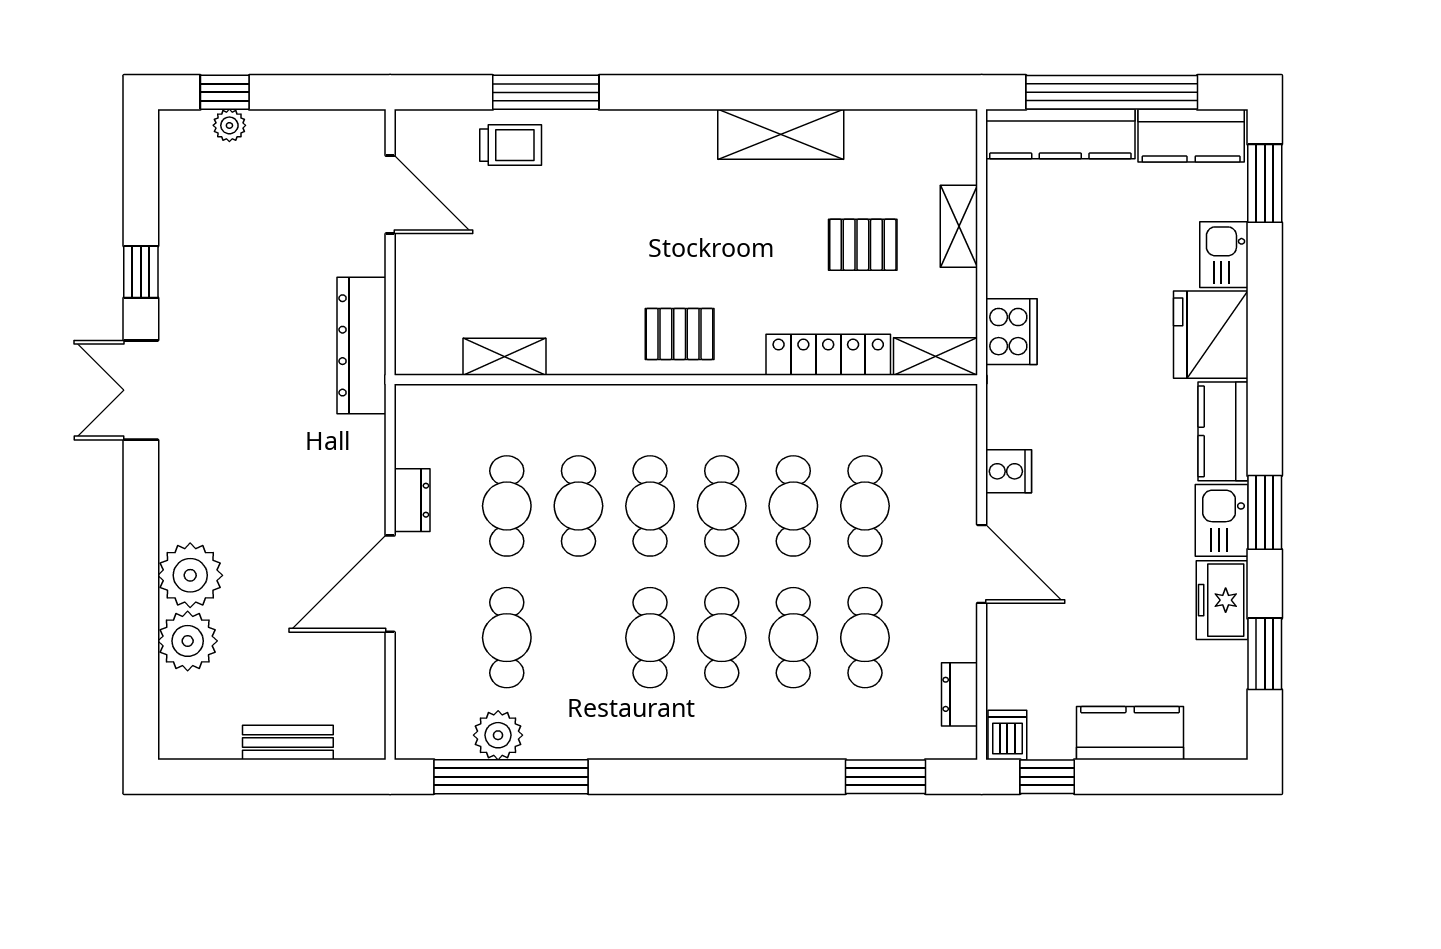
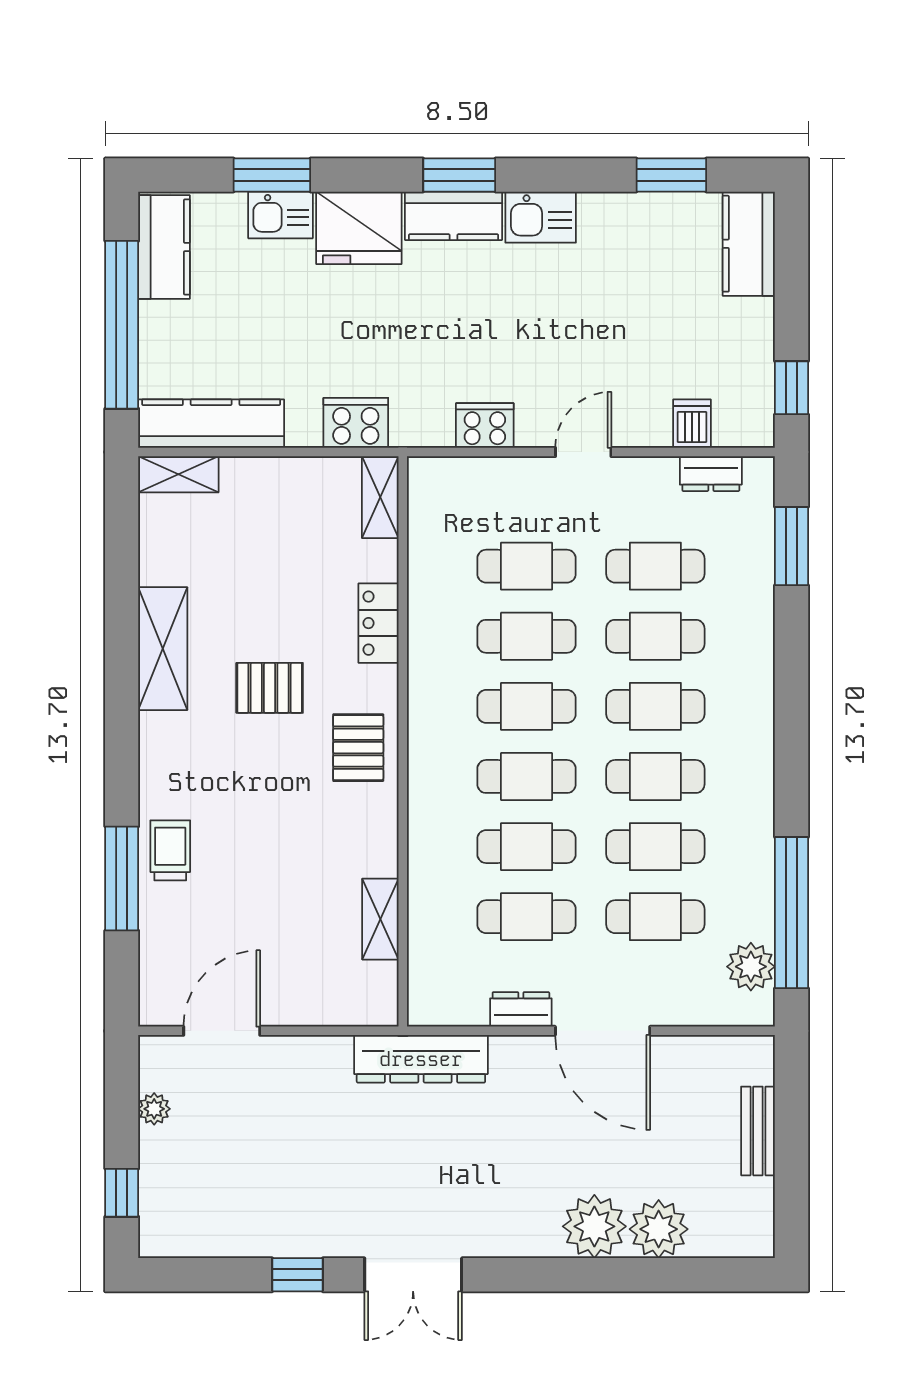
plant: (229, 125) -> (154, 1109), moved
kitchen counter: (1060, 134) -> (211, 424), moved, turned -90
trolley: (511, 145) -> (170, 850), moved
window: (1265, 183) -> (272, 175), moved
shelving: (959, 226) -> (178, 474), moved
pallet: (863, 245) -> (270, 688), moved, turned 90
dresser: (362, 345) -> (421, 1059), moved
locker: (828, 355) -> (379, 623), width x0.66
cooker: (1009, 471) -> (485, 426), width x1.36
window: (1265, 512) -> (459, 175), moved
door: (982, 564) -> (583, 452), width x0.73
freezer: (1222, 600) -> (619, 217), removed
cafe table: (578, 638) -> (655, 847), added
kitchen counter: (1130, 733) -> (749, 244), moved
plant: (498, 735) -> (751, 967), moved
dishwasher: (1007, 735) -> (692, 424), moved, turned 90

